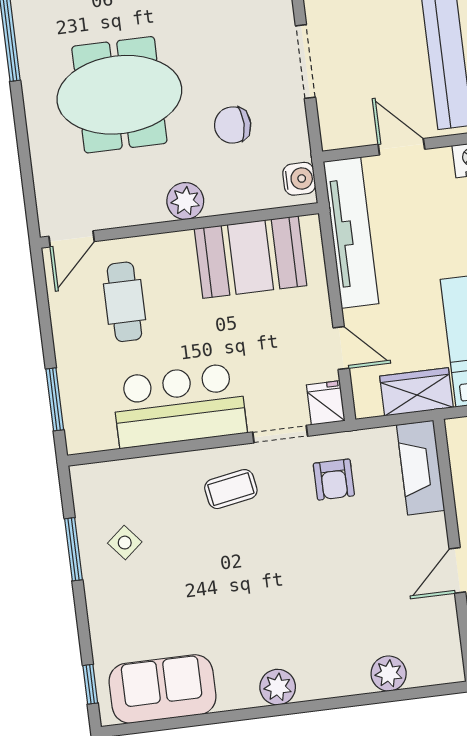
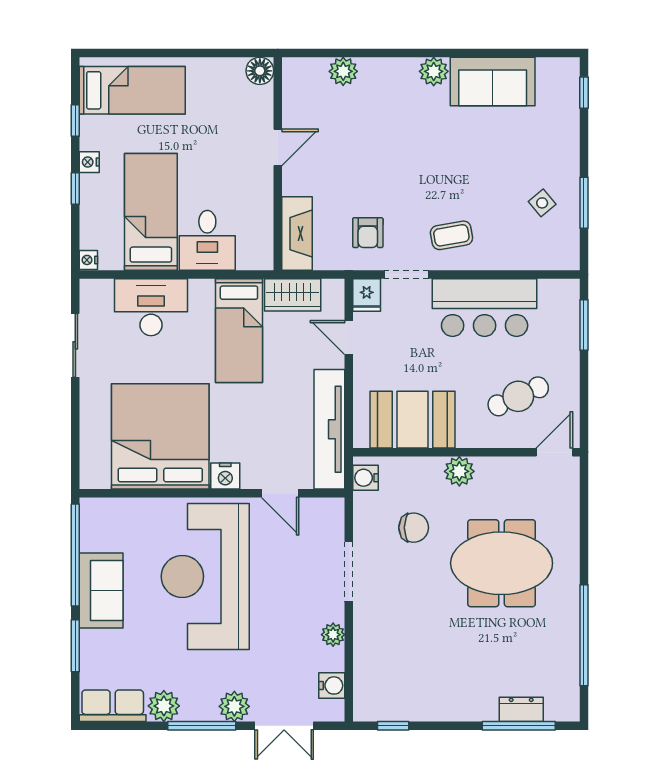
cafe table: (124, 302) -> (518, 396), turned 66
armchair: (334, 480) -> (368, 233), turned 180
sofa: (162, 689) -> (493, 82), moved

